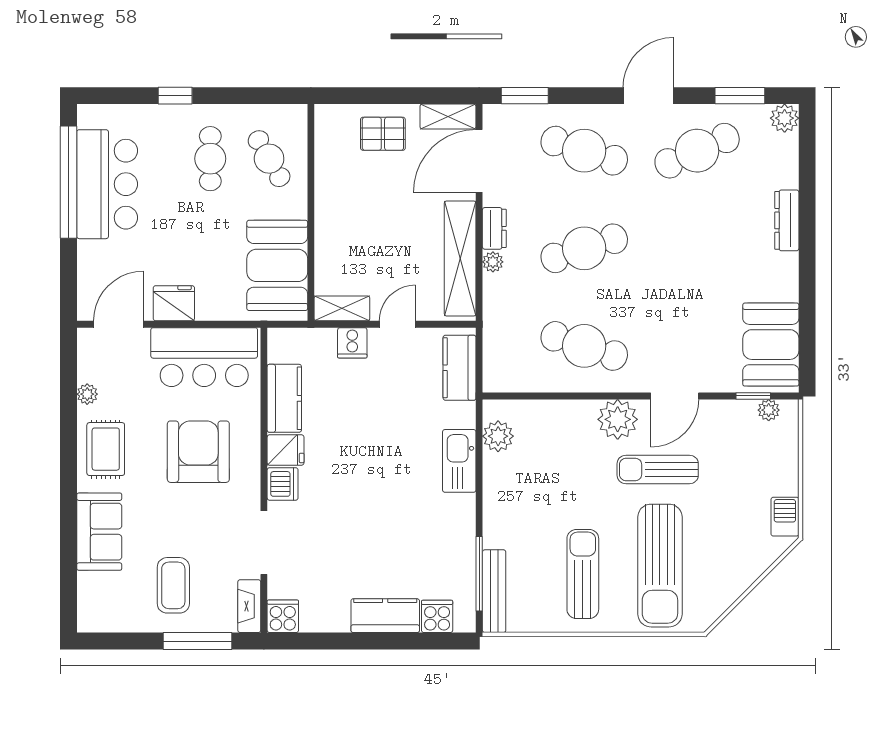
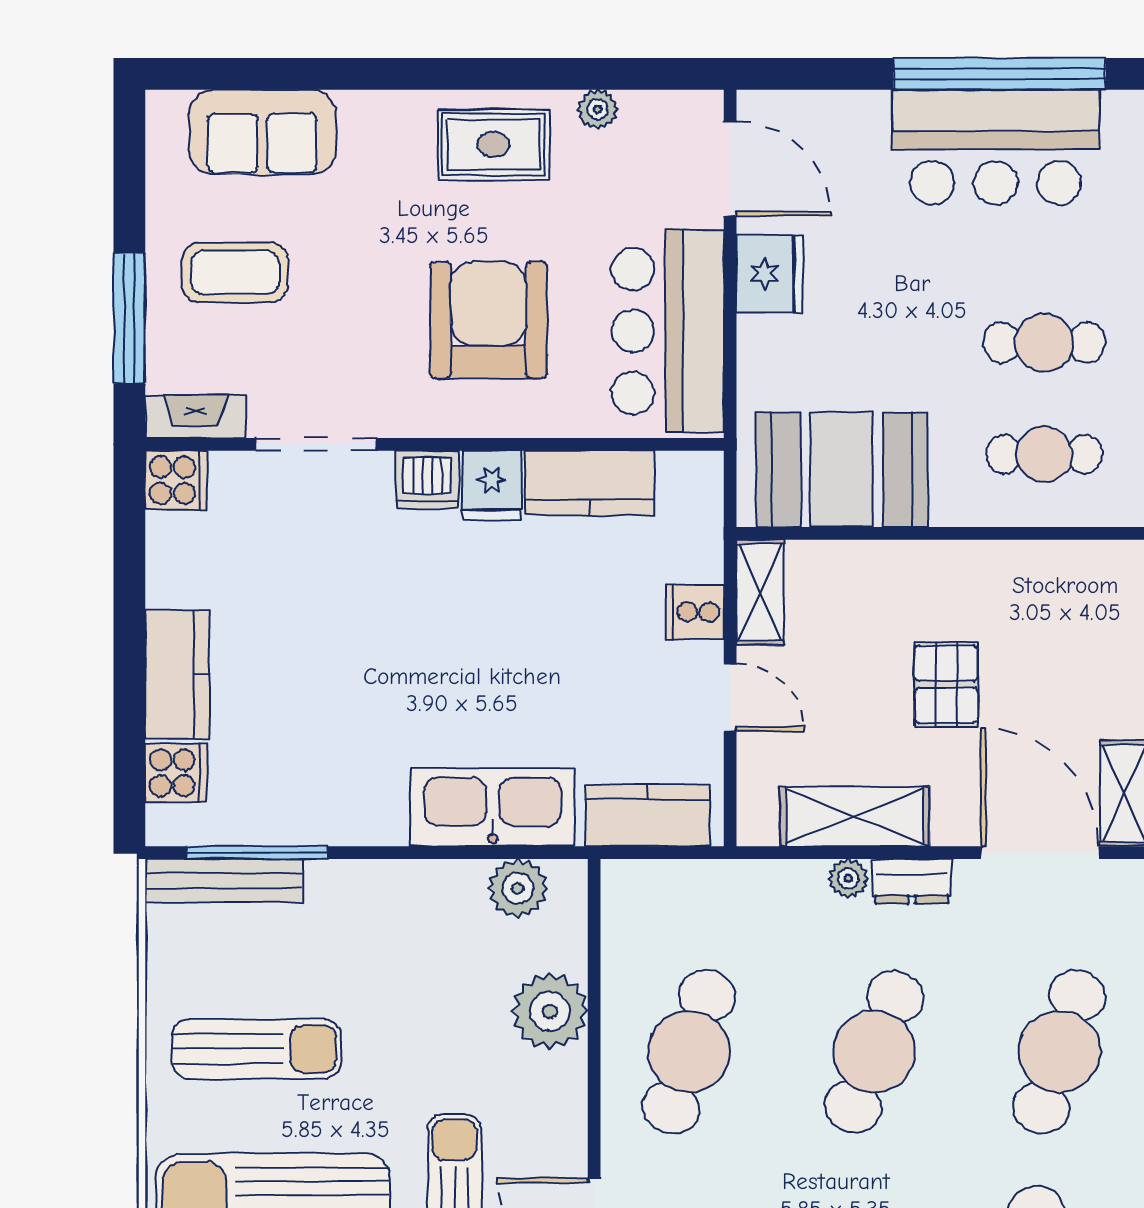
pallet: (383, 134) -> (946, 684), moved
cafe table: (269, 159) -> (1044, 454), turned 30
cafe table: (584, 248) -> (874, 1052), turned 39
shelving: (460, 258) -> (855, 816), width x0.68
plant: (618, 419) -> (550, 1011), moved
armchair: (198, 452) -> (488, 320), turned -90
kitchen sink: (459, 461) -> (493, 807), width x1.36, depth x1.24
sofa: (99, 532) -> (262, 132), moved

